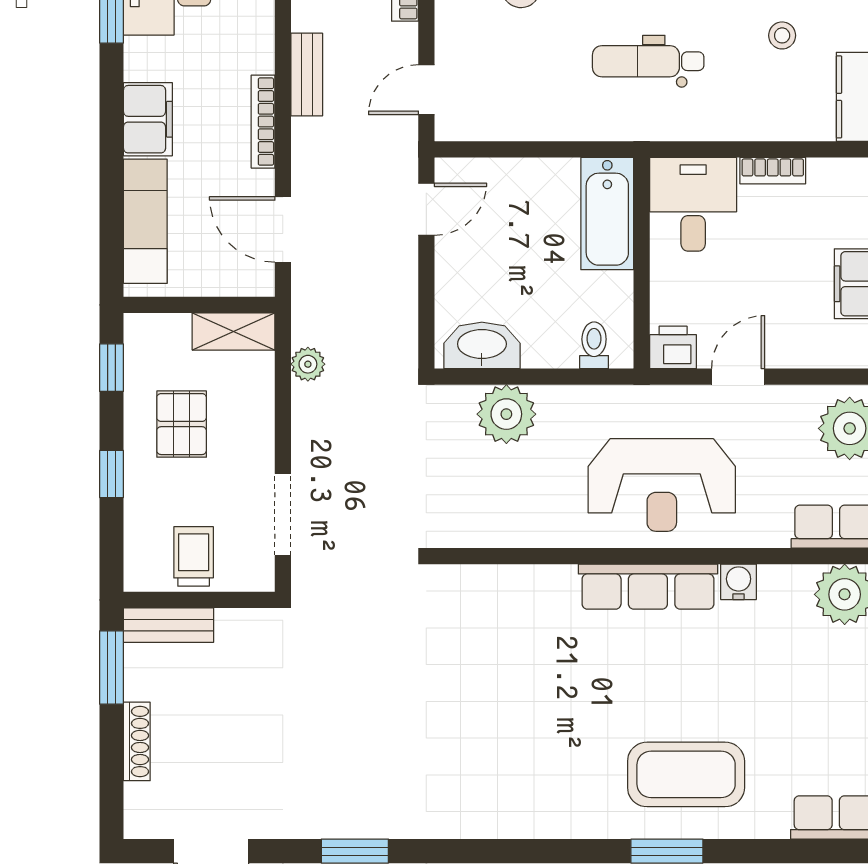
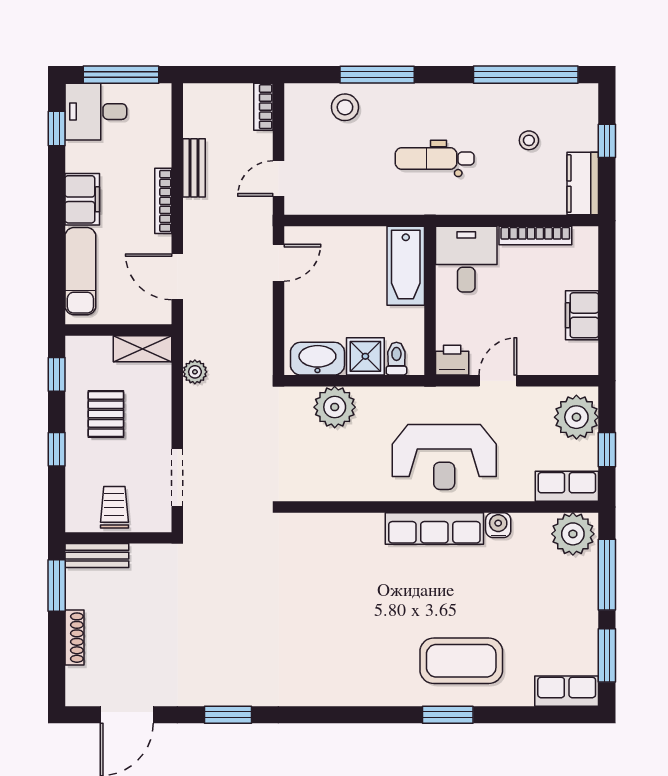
bookcase: (773, 171) -> (535, 236), width x1.56
shower: (550, 342) -> (365, 356), added

